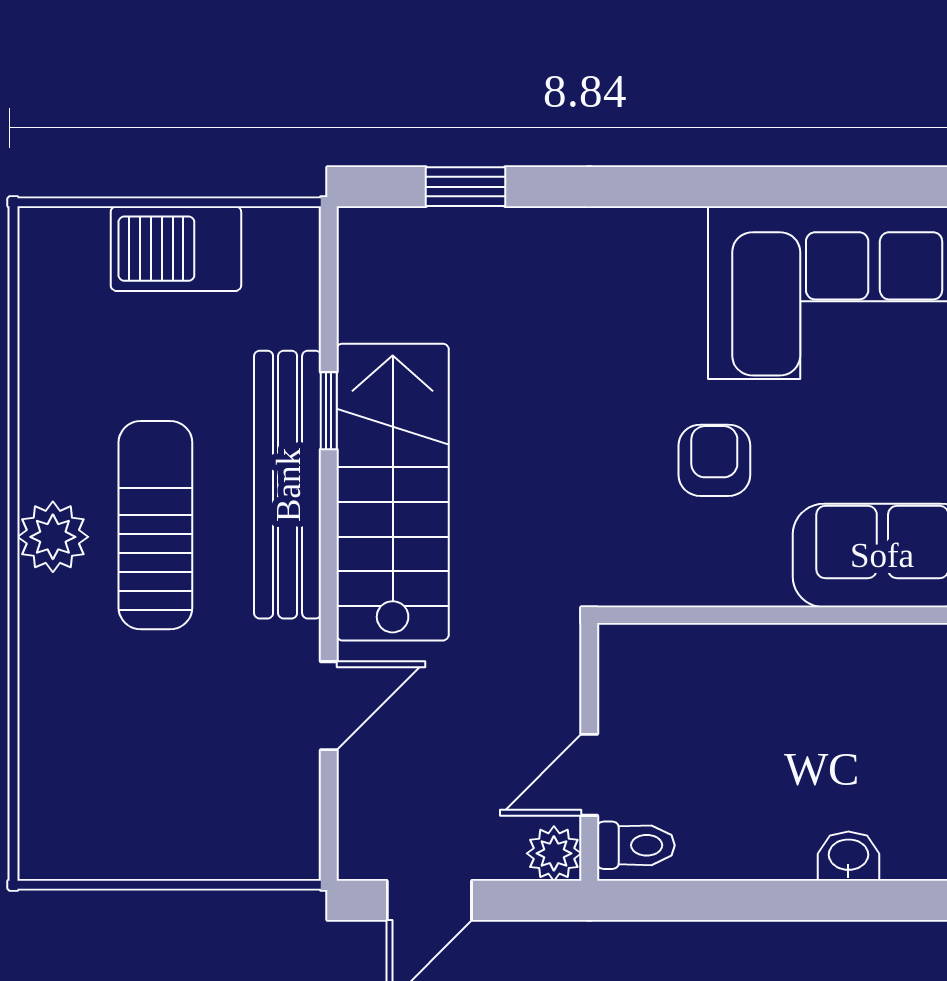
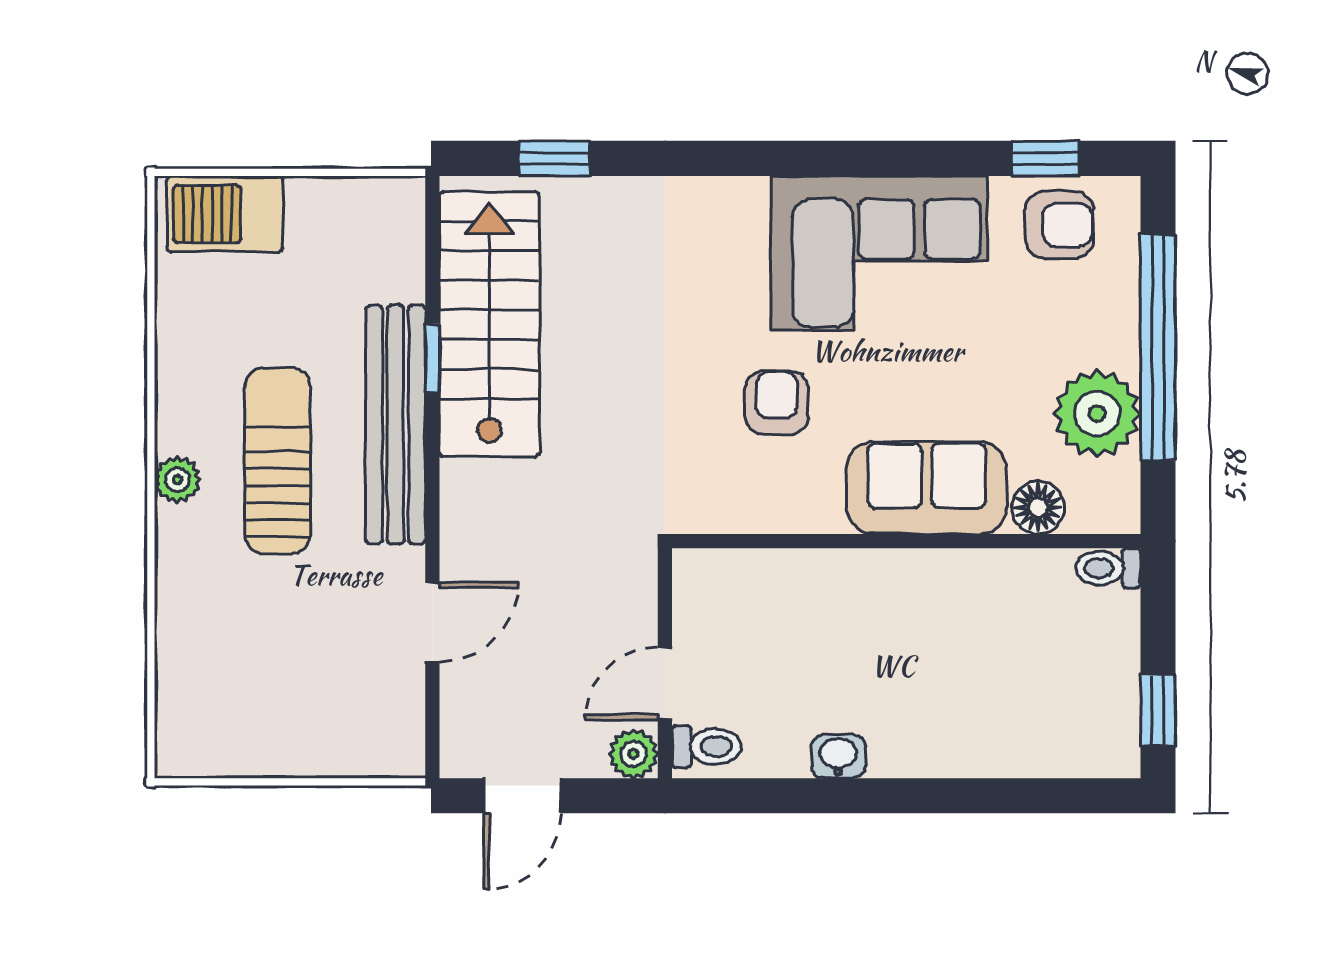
barbecue: (176, 249) -> (225, 214), moved
stairs: (393, 492) -> (489, 324), moved
plant: (53, 537) -> (177, 480), width x0.73, depth x0.73
washbasin: (848, 856) -> (838, 756), moved

